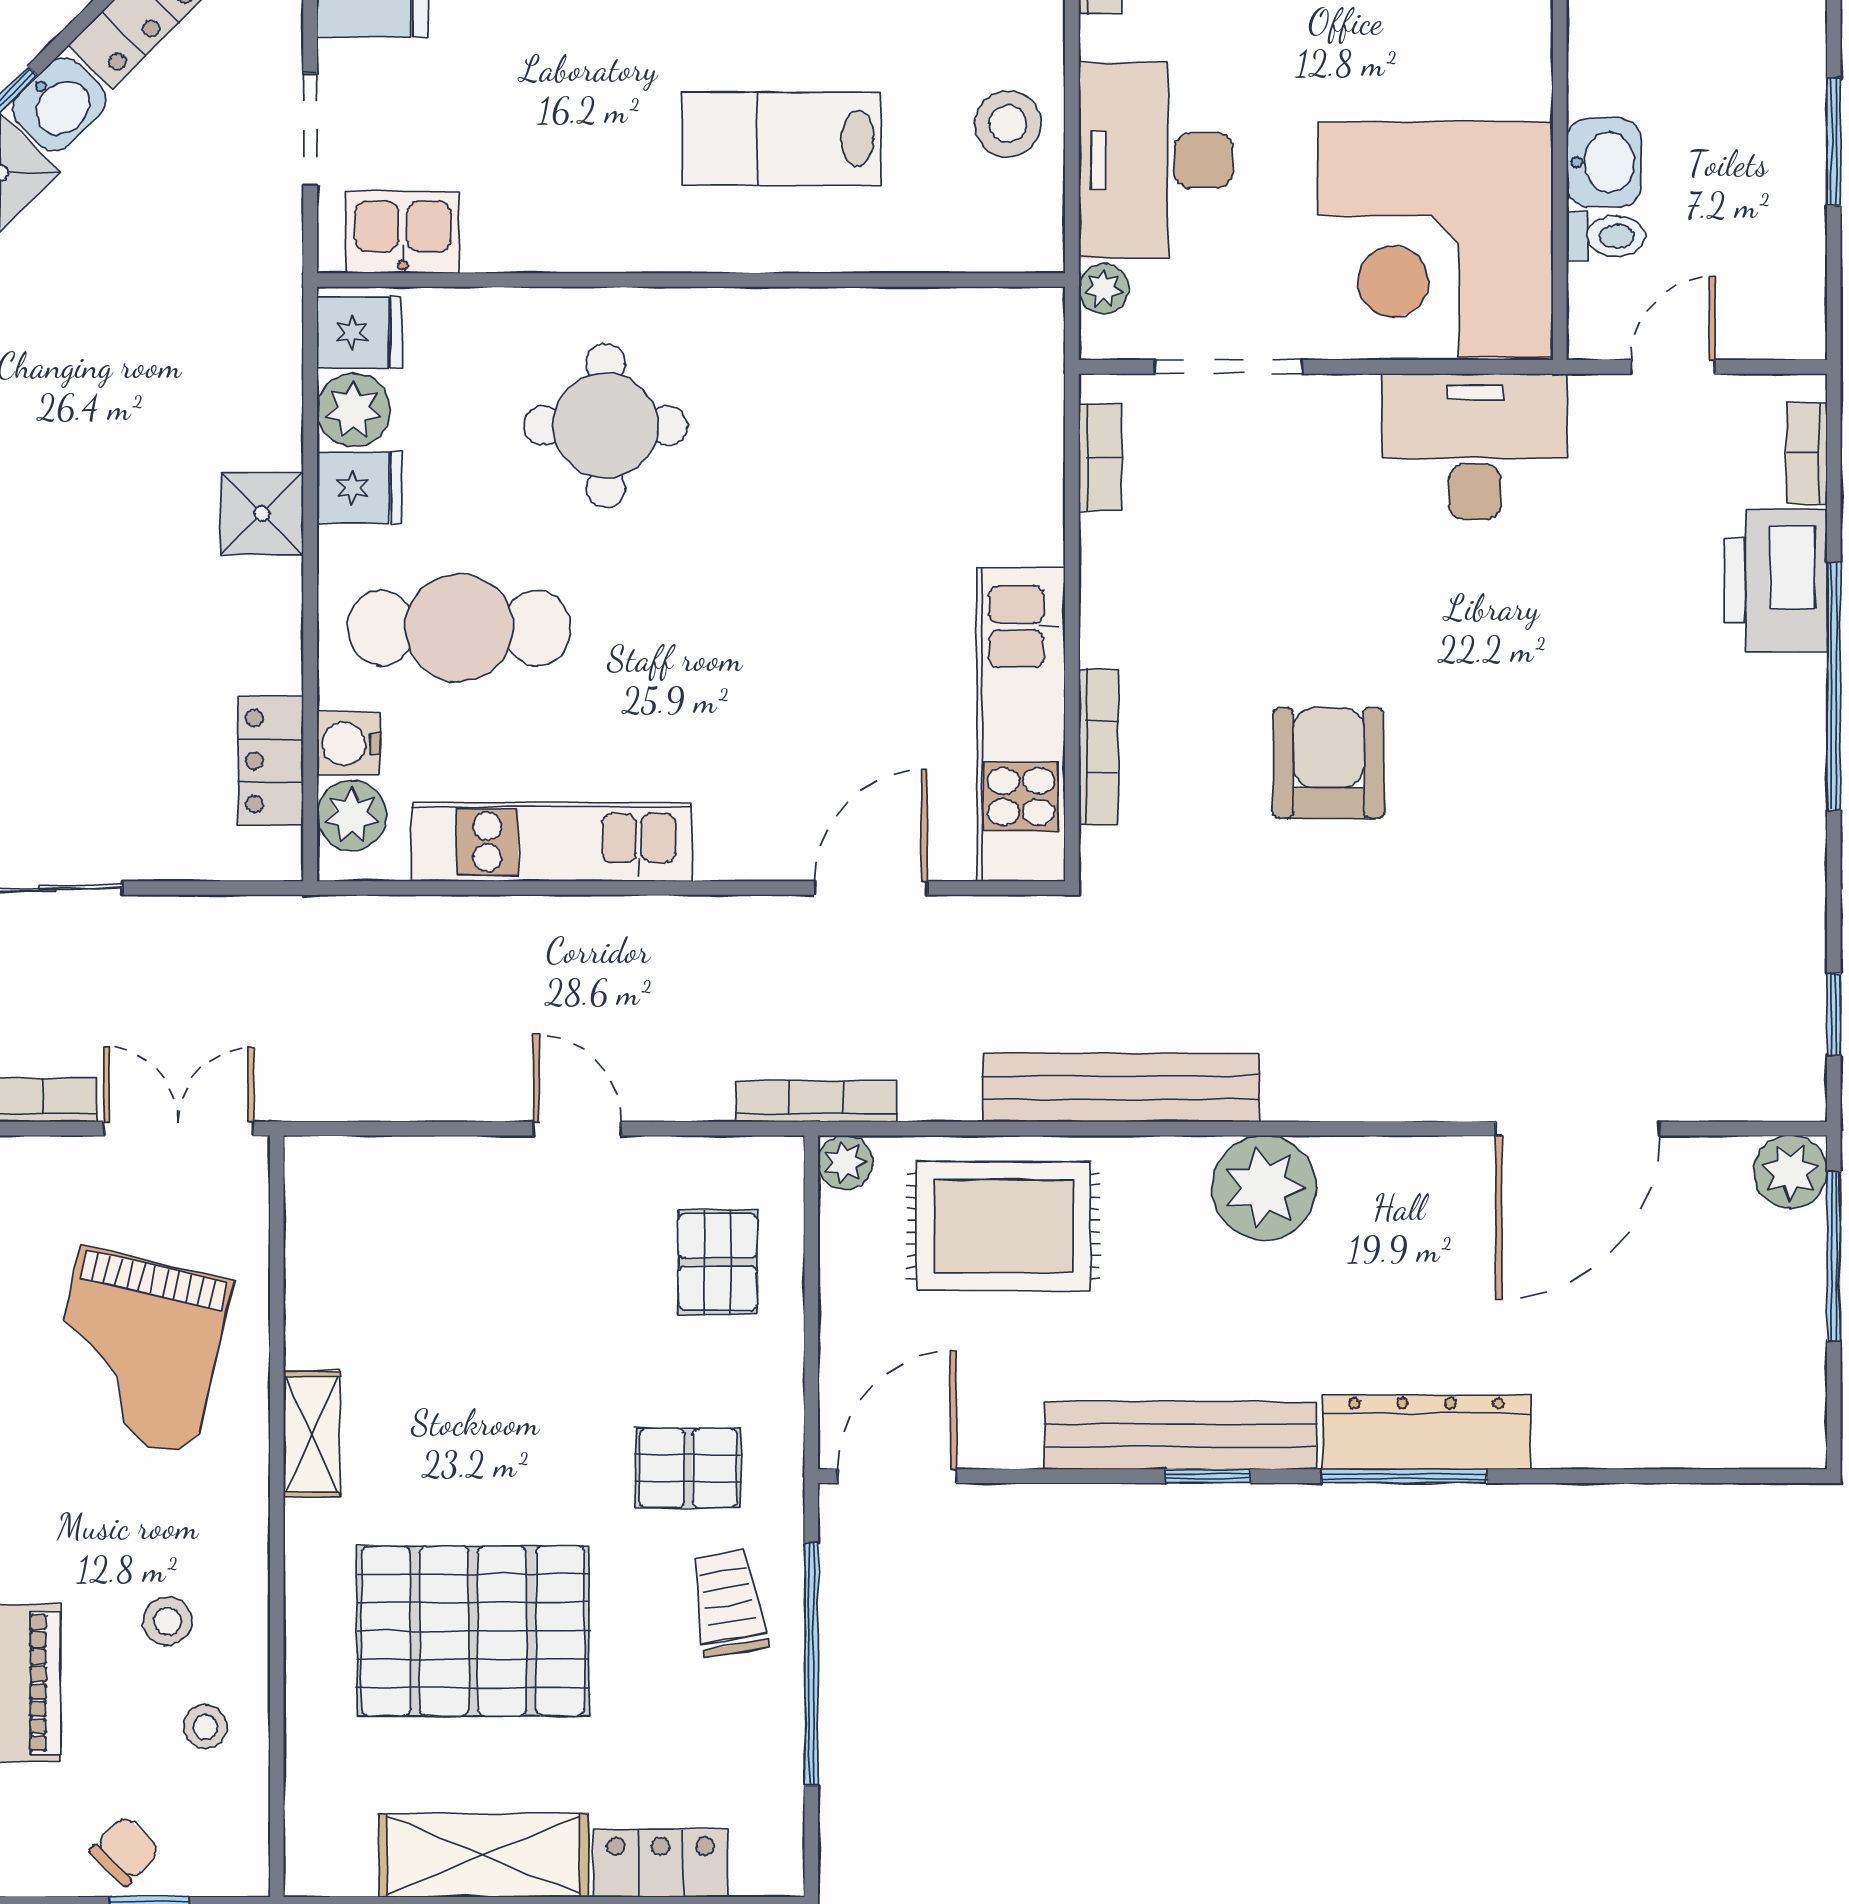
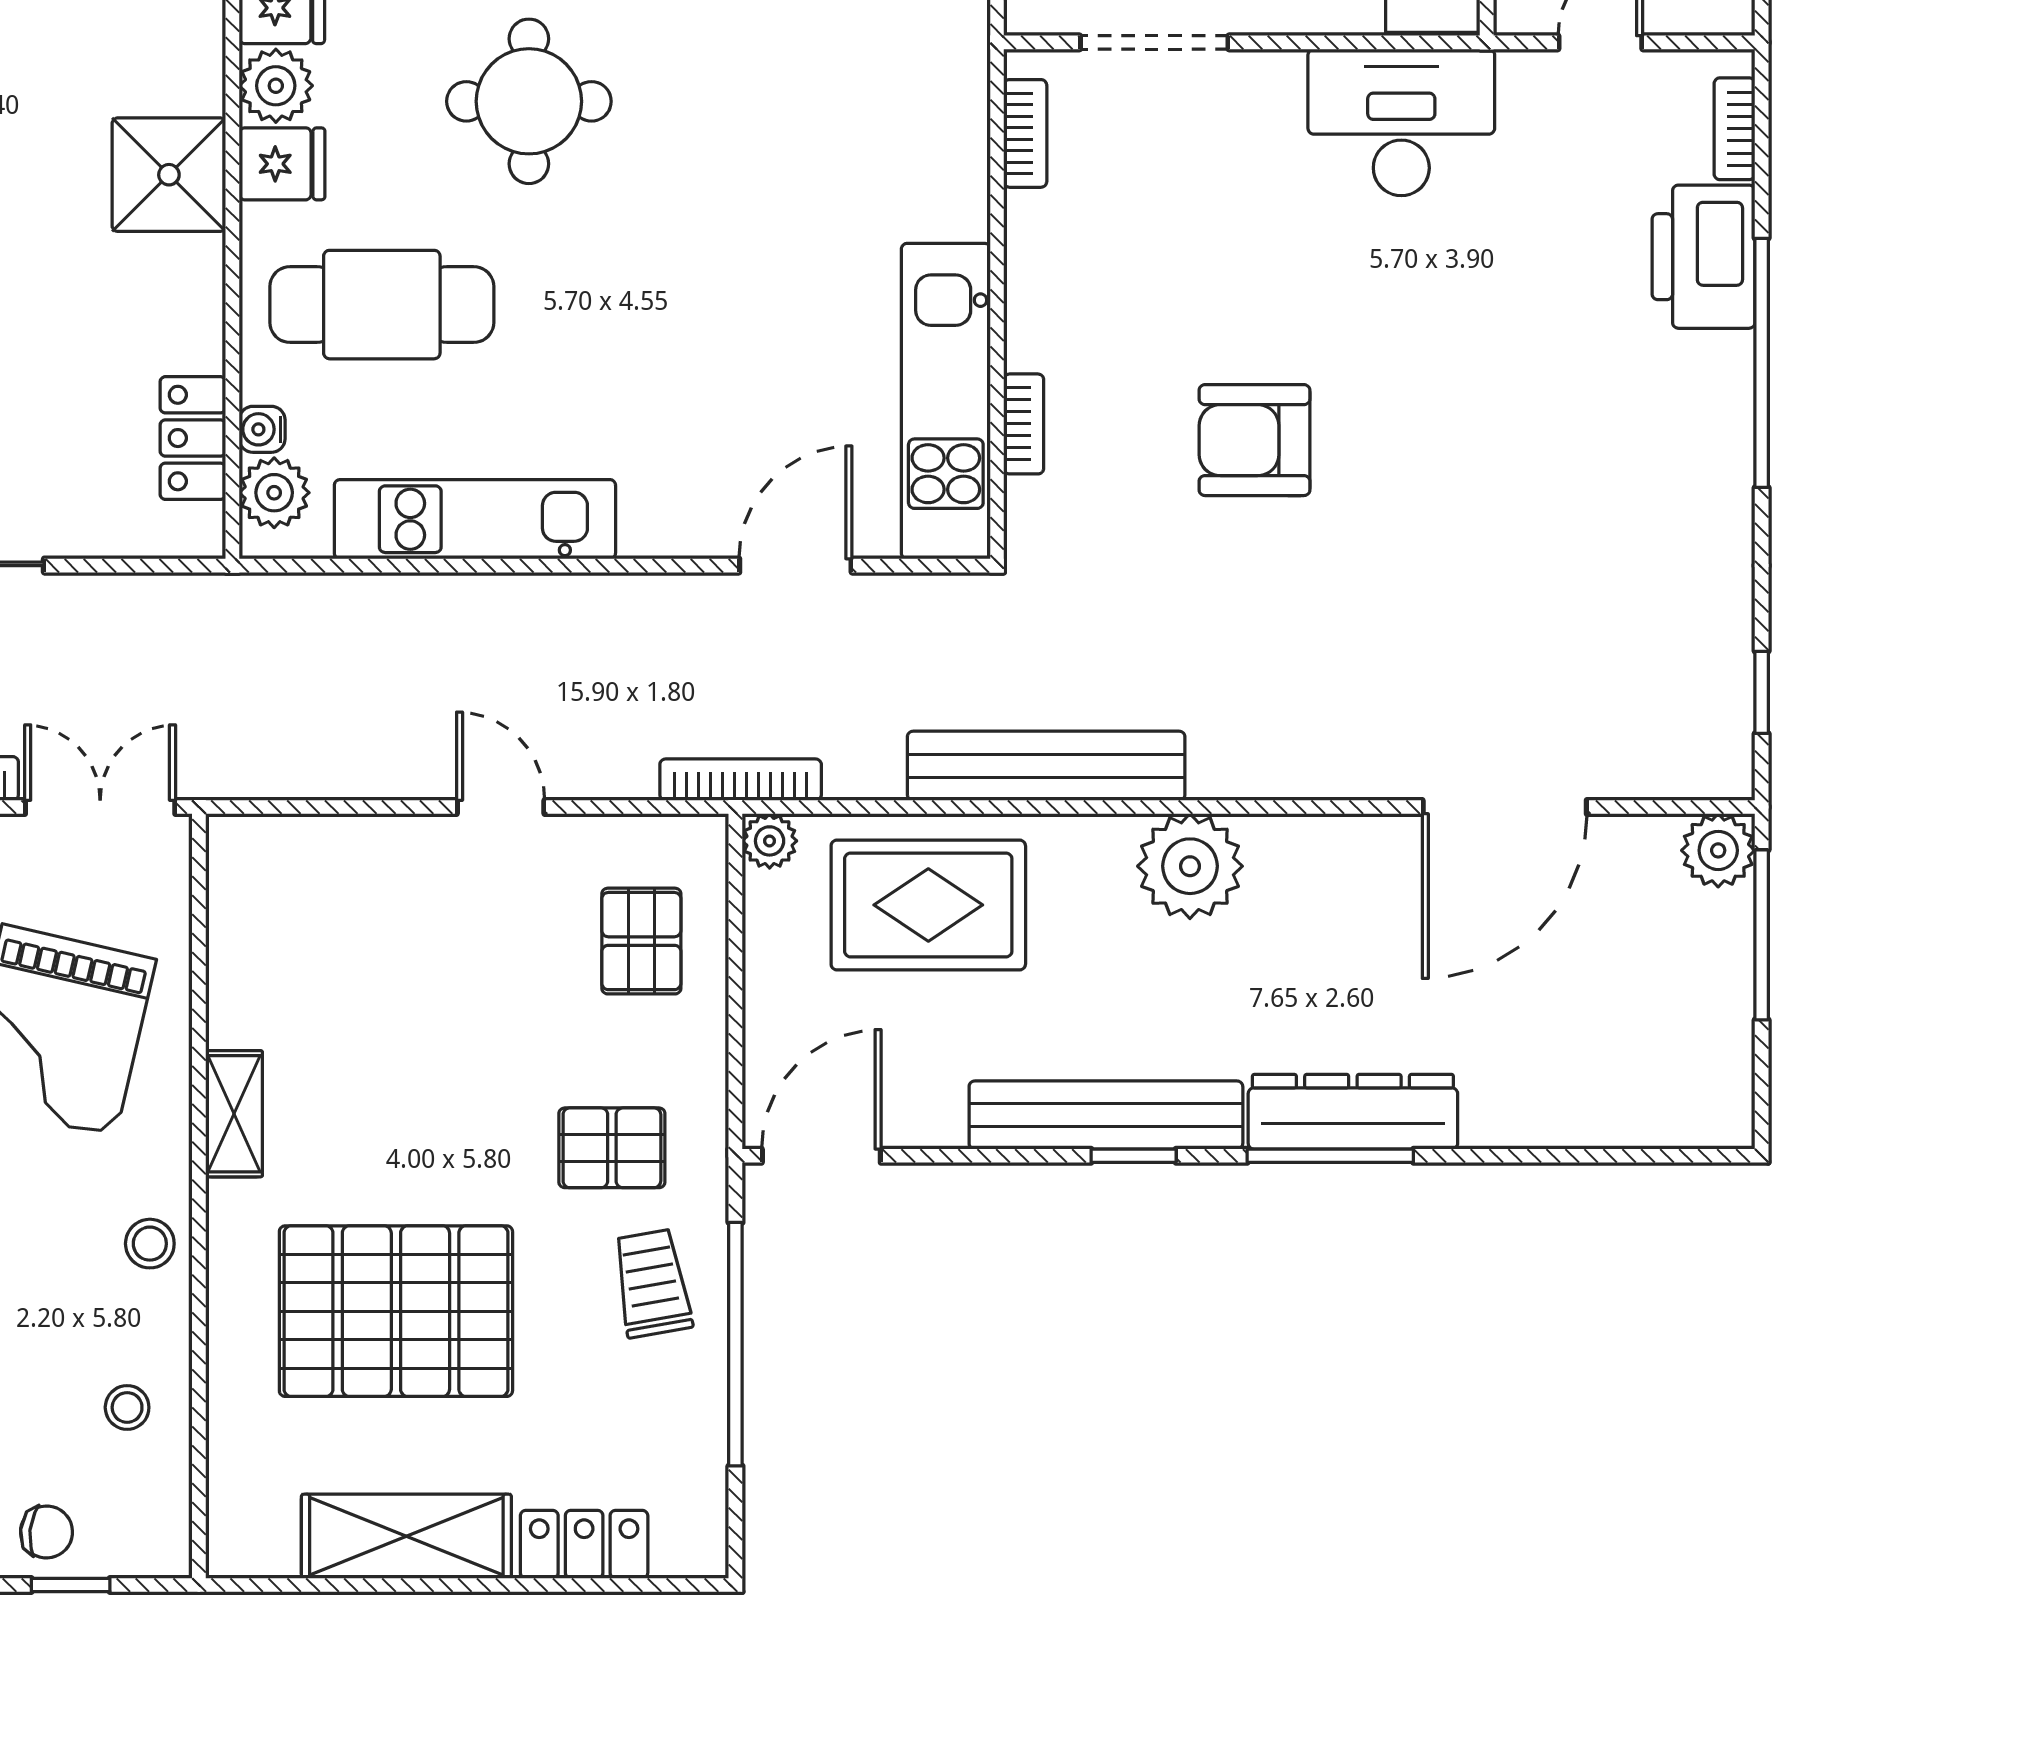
shower: (262, 514) -> (169, 175), width x1.36, depth x1.36
water cooler: (348, 744) -> (262, 429), width x0.72, depth x0.72
bookcase: (1099, 747) -> (1024, 424), width x0.64
armchair: (1328, 763) -> (1254, 440), turned -90
stool: (167, 1621) -> (150, 1244), moved
chair: (125, 1851) -> (47, 1532), turned 51

